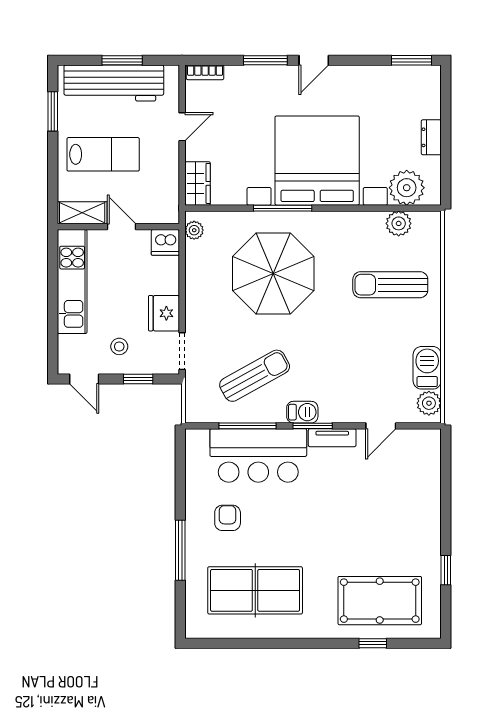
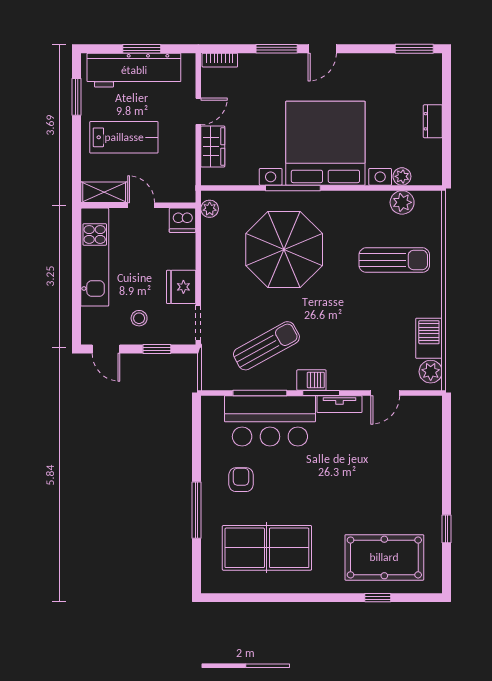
wardrobe: (198, 183) -> (213, 147), moved
plant: (407, 188) -> (402, 176), width x0.53, depth x0.53
sun lounger: (390, 285) -> (394, 260), turned 180

